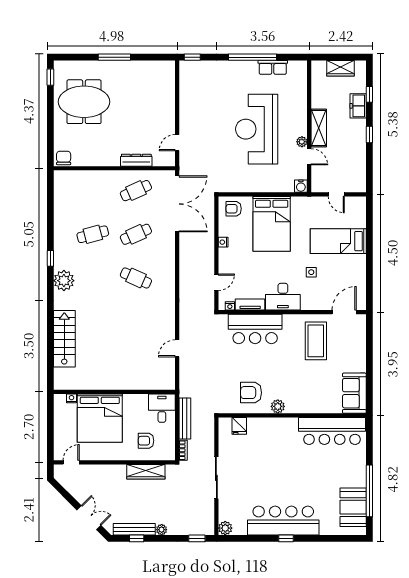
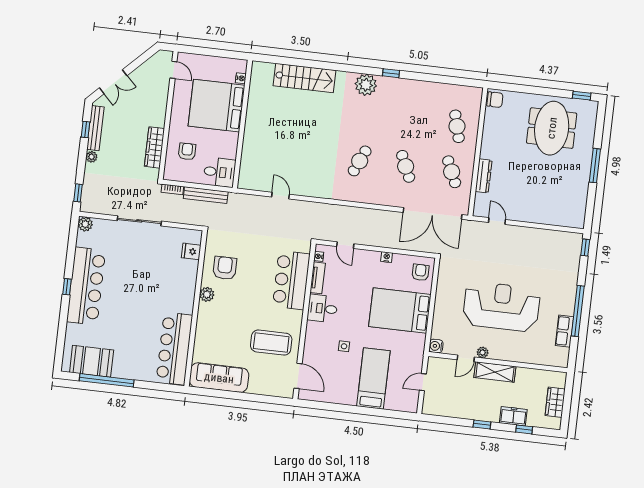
cafe table: (93, 234) -> (457, 126), moved
desk: (283, 297) -> (322, 308), width x0.73
sofa: (354, 393) -> (219, 378), width x1.36

